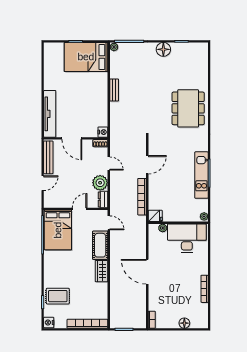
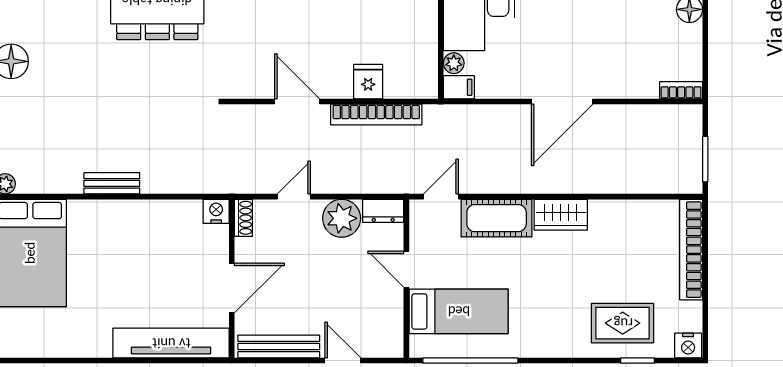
fridge: (155, 216) -> (368, 82), moved
bed: (58, 230) -> (459, 311), width x0.67
filing cabinet: (153, 230) -> (459, 87), added
rug: (58, 296) -> (623, 323), turned 90

